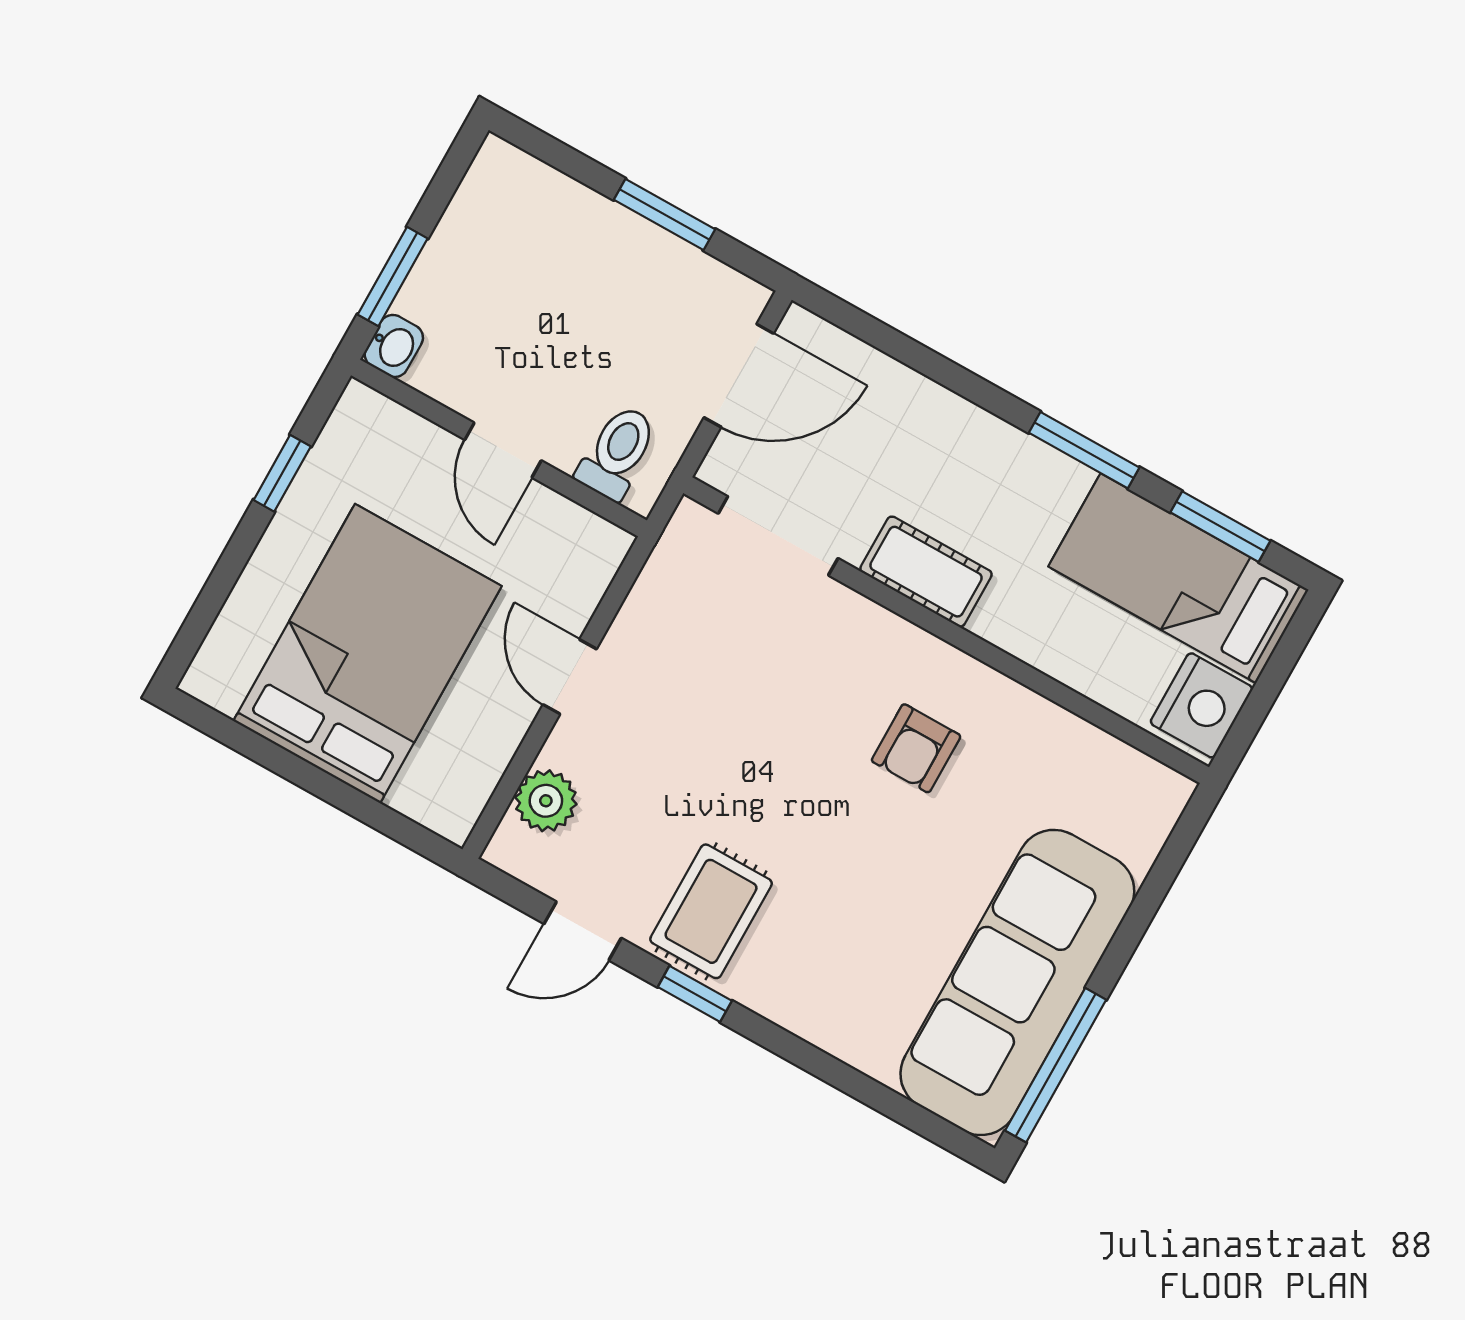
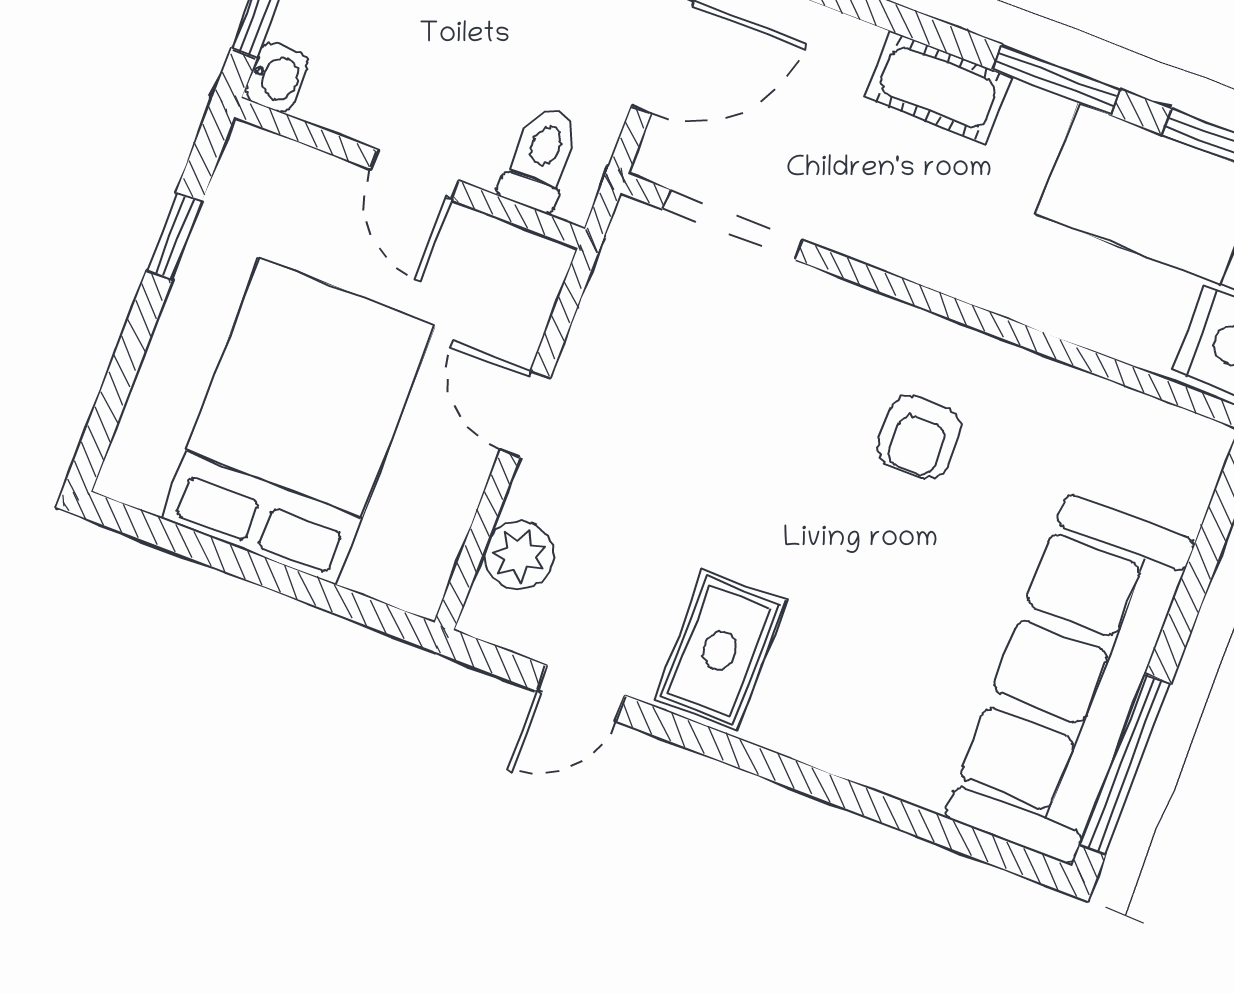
cot: (926, 572) -> (938, 87), moved
window: (695, 994) -> (715, 744), removed

